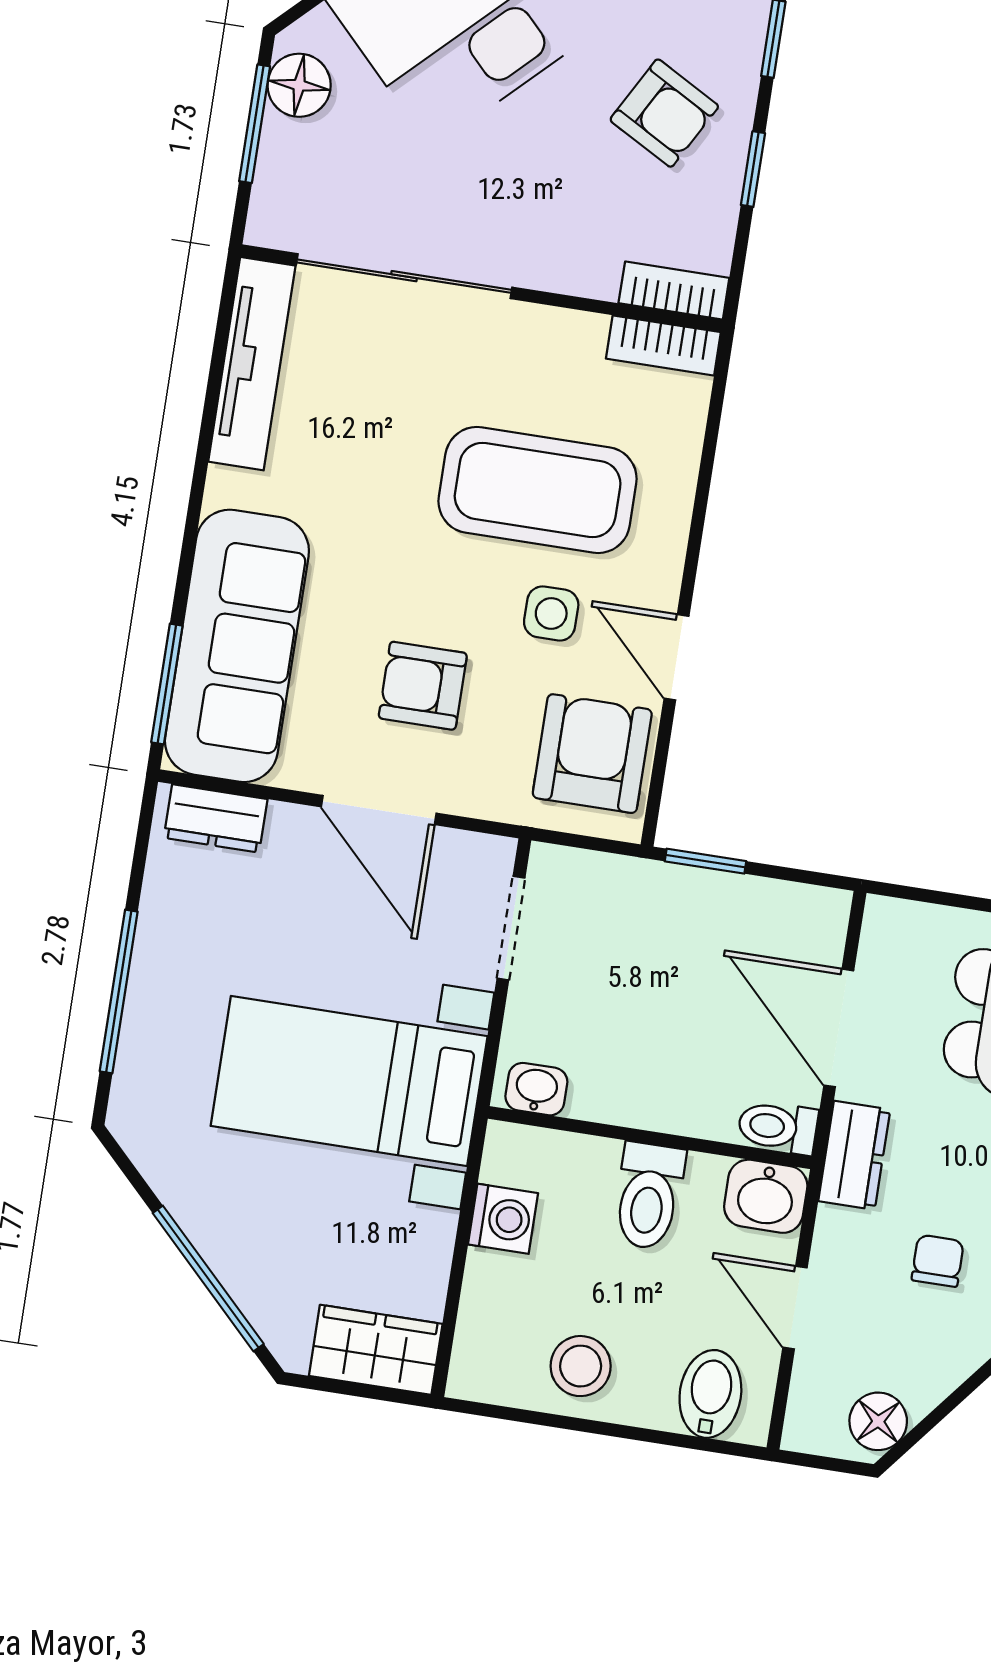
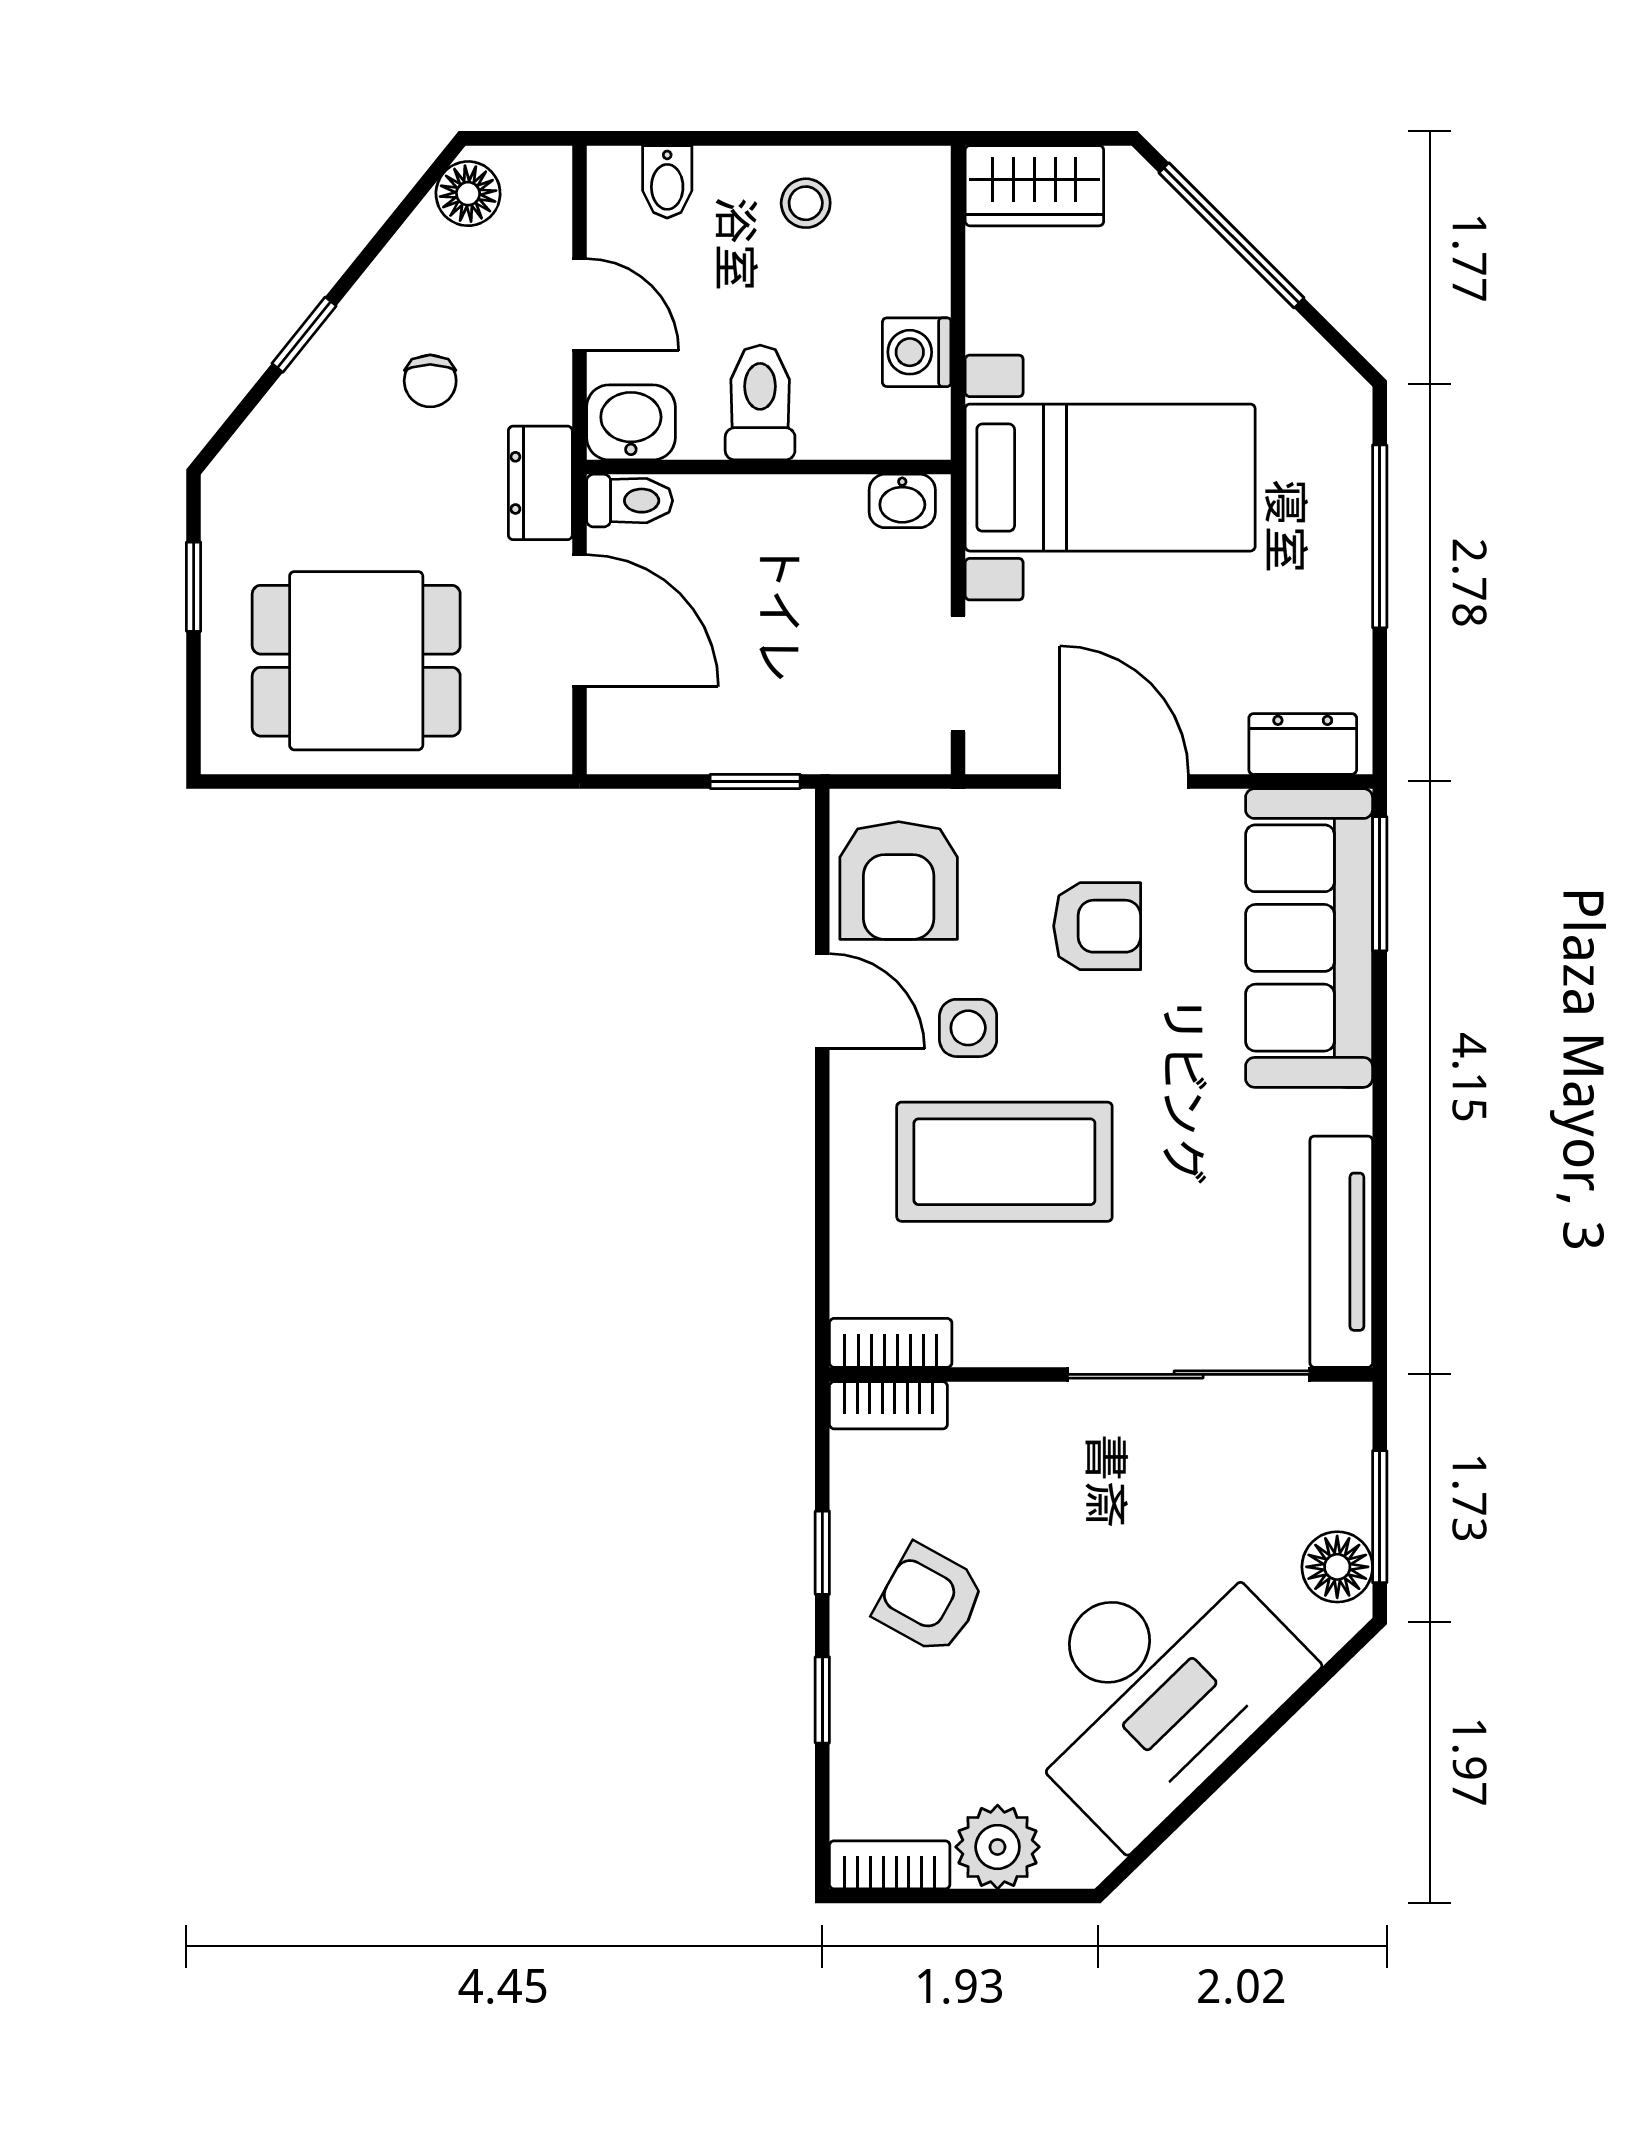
stool: (581, 1366) -> (806, 203), width x0.73, depth x0.73
bidet: (710, 1394) -> (667, 182), width x0.72, depth x0.74

